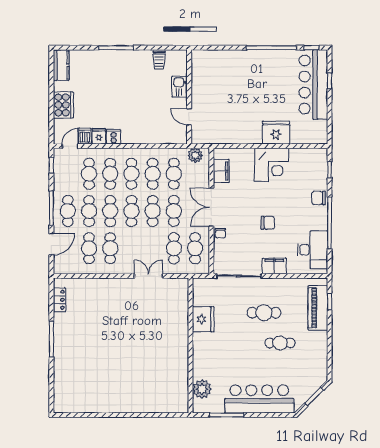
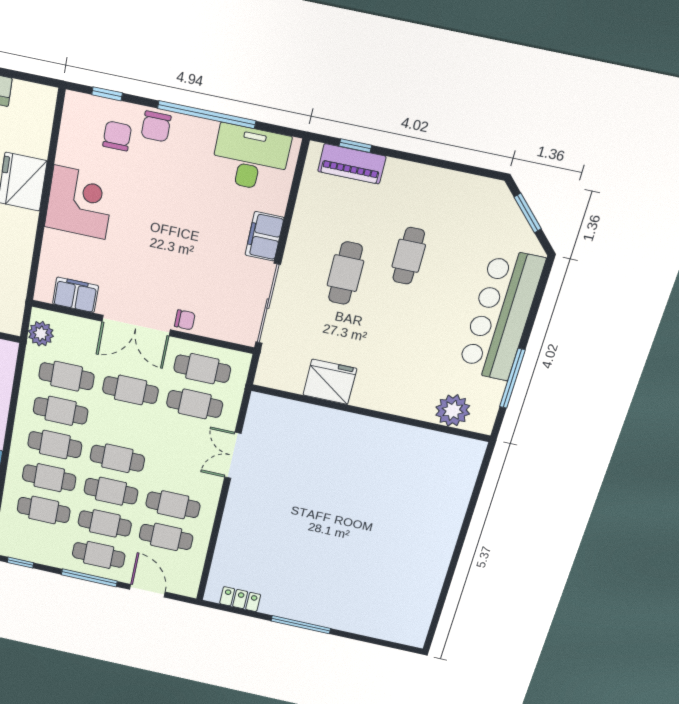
cafe table: (153, 211) -> (124, 425), removed
chair: (268, 223) -> (117, 136), moved
piano: (318, 308) -> (352, 164), width x0.73, depth x0.75

